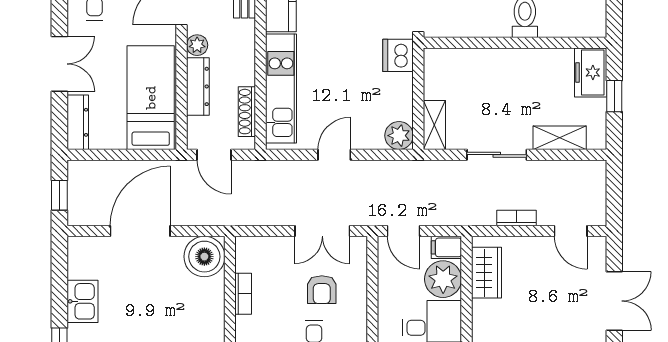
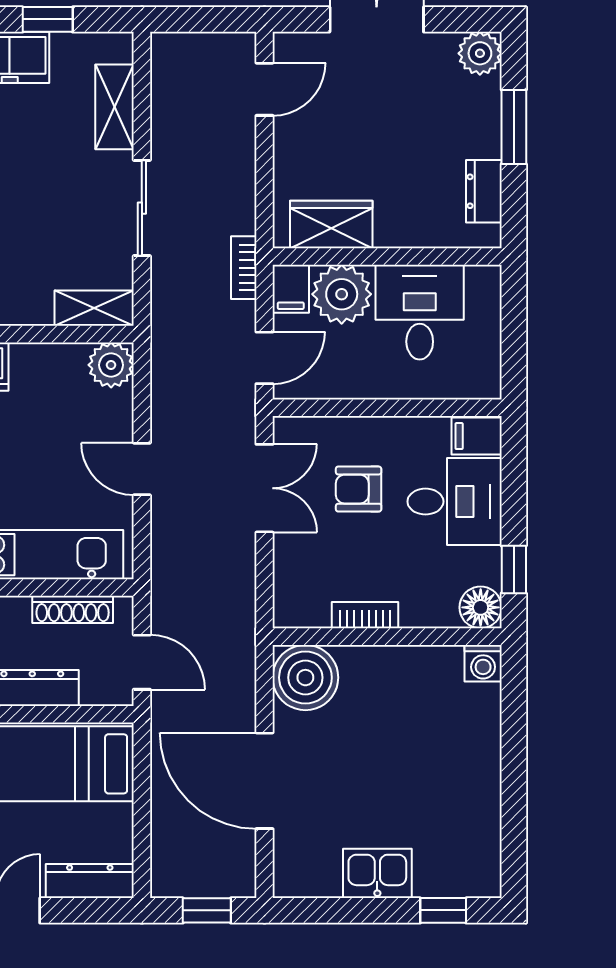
door: (214, 155) -> (142, 662), hinge flipped
bookcase: (517, 218) -> (244, 268), moved
armchair: (322, 290) -> (359, 489), turned 180

